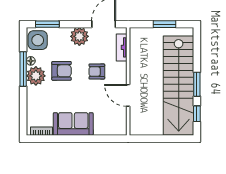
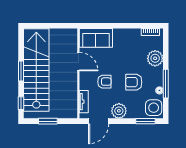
plant: (36, 76) -> (155, 58), moved
window: (197, 114) -> (21, 103), moved
sofa: (73, 124) -> (96, 38), moved

